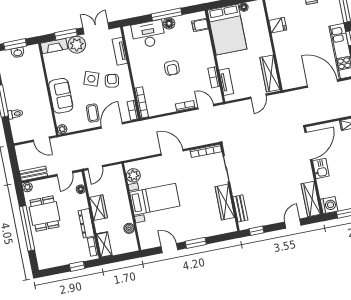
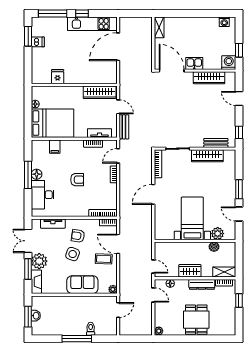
filing cabinet: (200, 25) -> (55, 147), moved
bench: (33, 173) -> (124, 127), moved
plant: (133, 175) -> (218, 234), moved
wardrobe: (311, 199) -> (209, 78), moved
dining table: (44, 214) -> (196, 320), moved, turned 90
window: (27, 228) -> (196, 339), removed
door: (169, 248) -> (239, 214), hinge flipped

